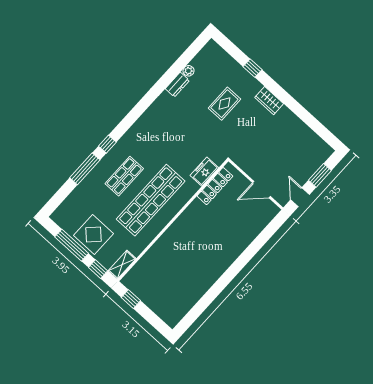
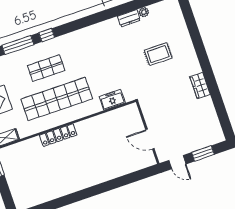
window: (253, 68) -> (196, 38), removed
wardrobe: (269, 101) -> (200, 86), moved
locker: (215, 186) -> (58, 135), moved
door: (300, 197) -> (177, 162), swing flipped

